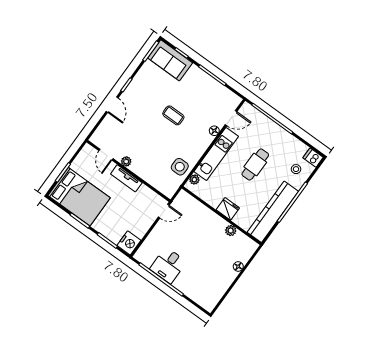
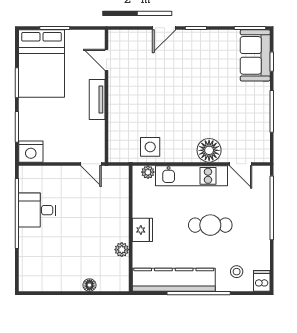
coffee table: (173, 115) -> (200, 101), removed
floor lamp: (214, 131) -> (209, 150), width x1.89, depth x1.89
door: (106, 155) -> (106, 60), hinge flipped
plant: (126, 161) -> (115, 86), removed

